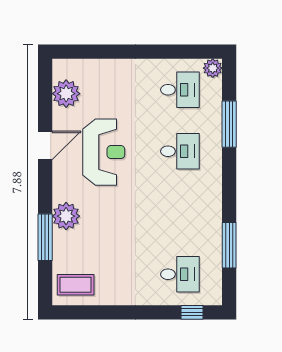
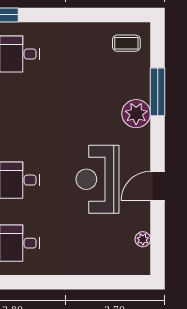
plant: (66, 94) -> (143, 239), width x0.53, depth x0.53
coffee table: (76, 285) -> (126, 43), width x0.73, depth x0.77

